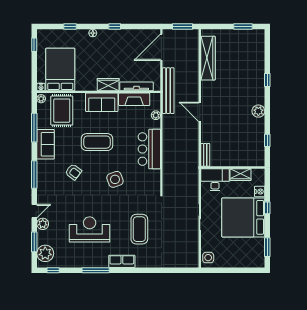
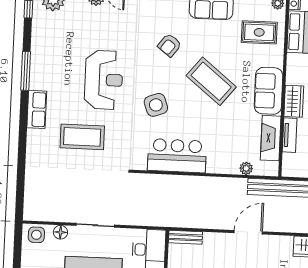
tv unit: (136, 86) -> (290, 135), width x0.71
rug: (62, 111) -> (259, 32), width x0.73, depth x0.70
coffee table: (97, 142) -> (211, 81), turned -51
bar counter: (149, 149) -> (177, 156), moved
reception desk: (90, 229) -> (104, 80), moved
floor lamp: (206, 241) -> (60, 232), added

